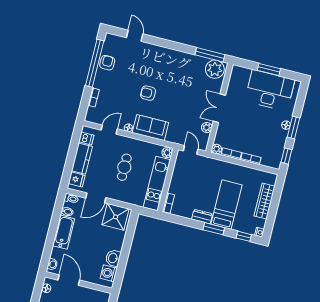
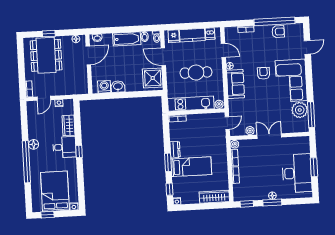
corner sofa: (166, 65) -> (291, 81), added
plant: (215, 69) -> (300, 110), moved
cafe table: (124, 167) -> (196, 73), width x1.37, depth x1.35
wardrobe: (265, 201) -> (214, 197), moved

